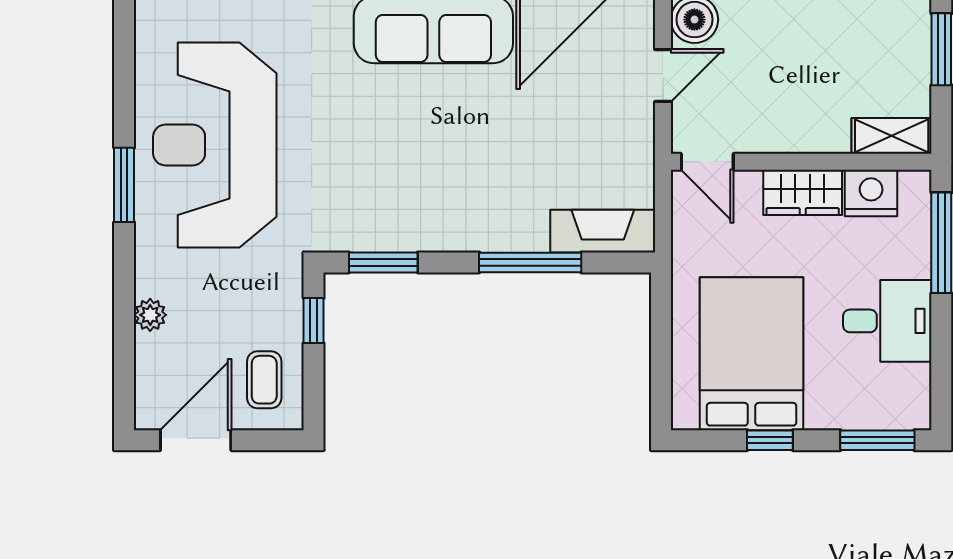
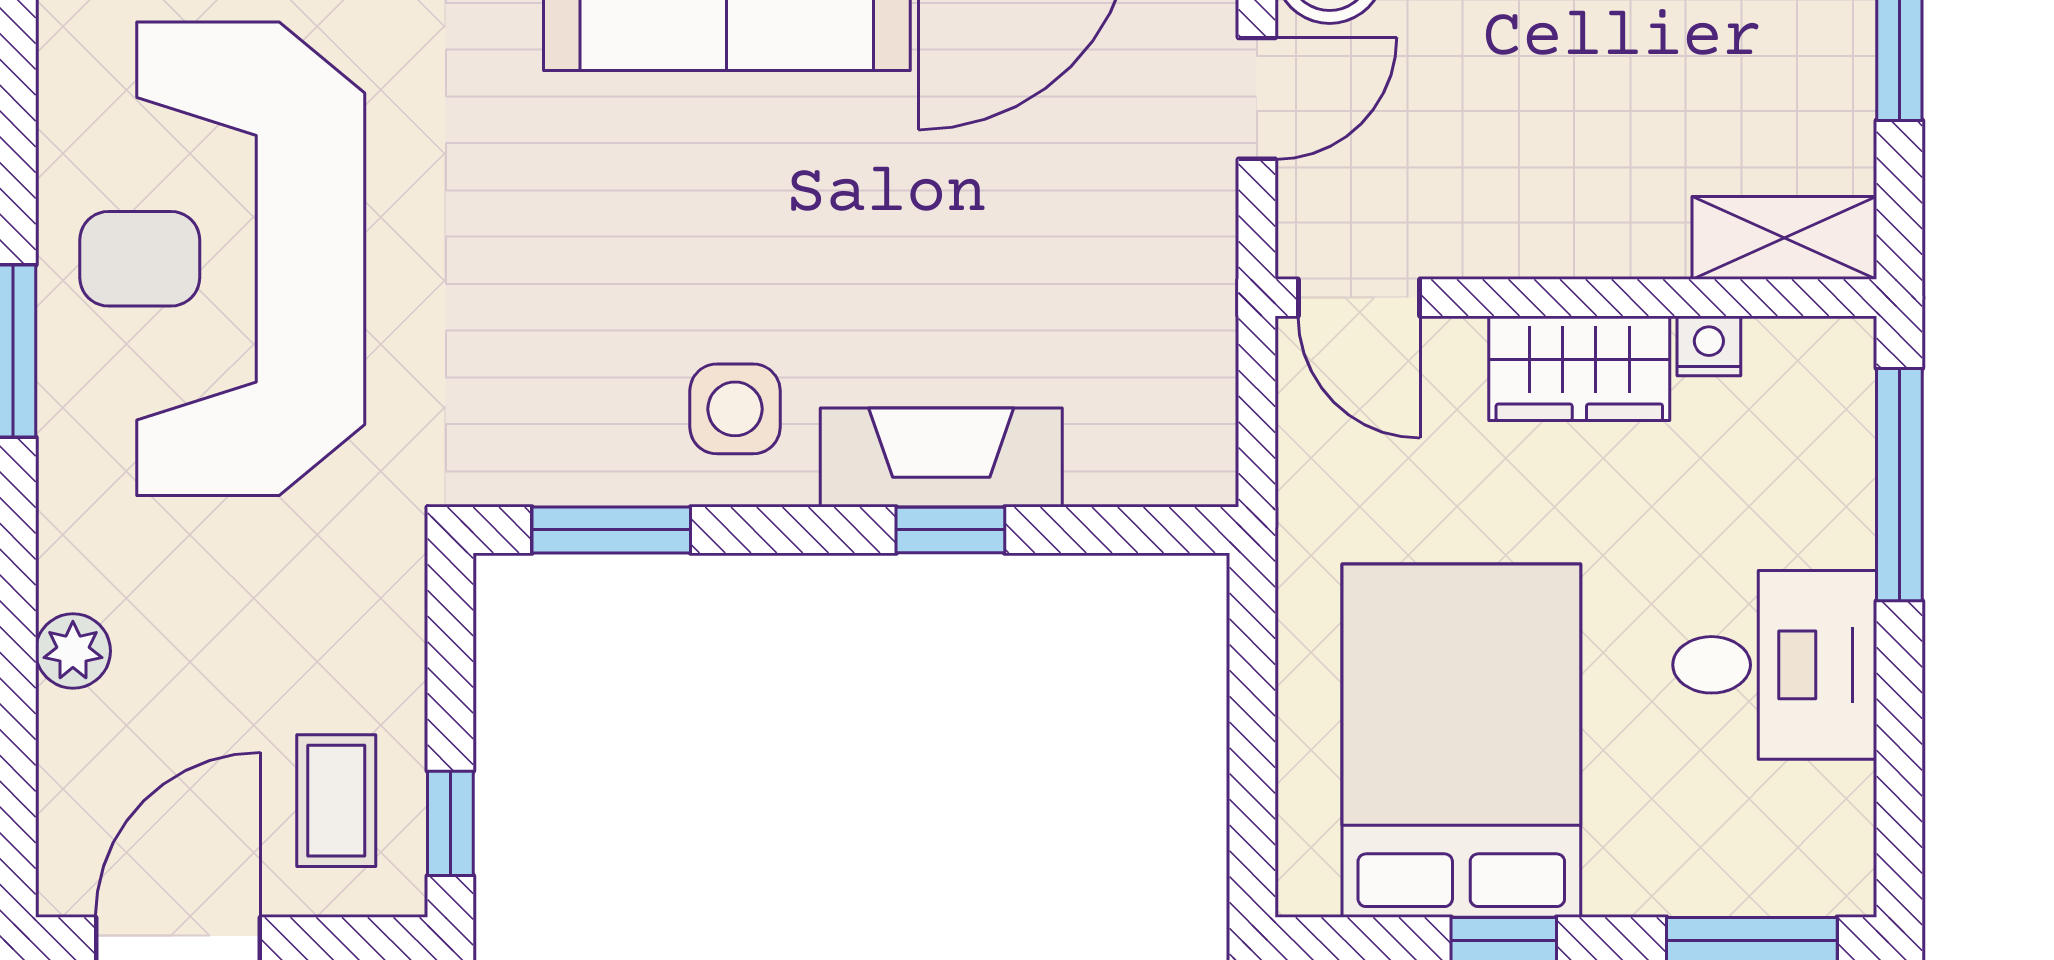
nightstand: (871, 193) -> (1709, 346), width x0.53, depth x0.56
side table: (437, 210) -> (735, 409), added
fireplace: (603, 231) -> (941, 457), moved
window: (530, 262) -> (950, 530), width x0.46
window: (314, 321) -> (450, 823), moved

